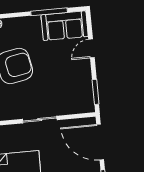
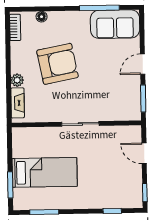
door: (92, 48) -> (143, 64), moved
door: (100, 142) -> (144, 153), width x0.53

